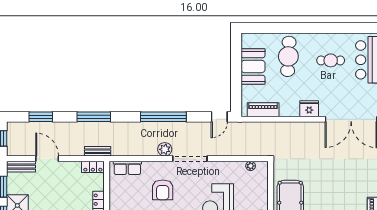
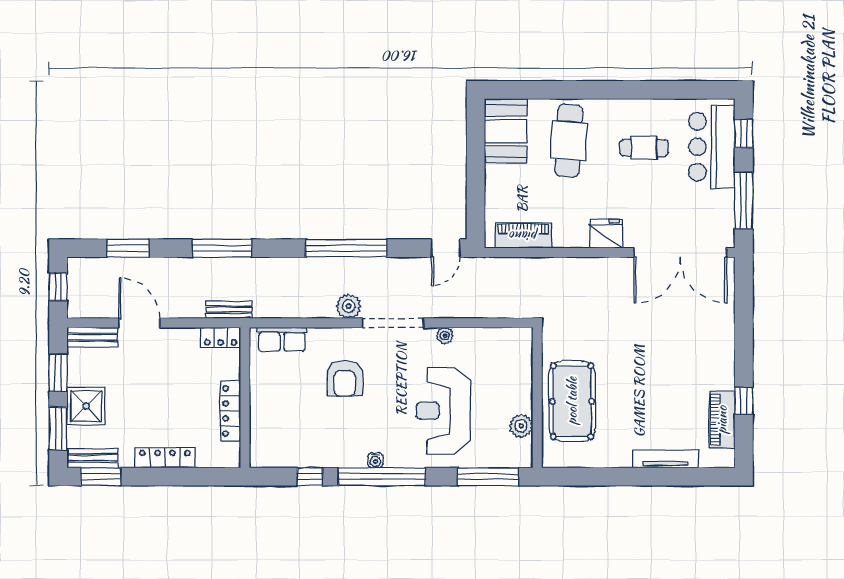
booth: (253, 66) -> (506, 131), moved
plant: (251, 166) -> (445, 336), moved

